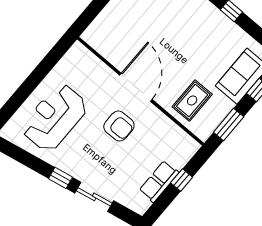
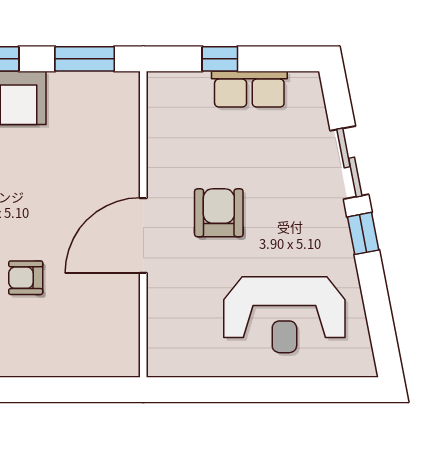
armchair: (159, 24) -> (26, 278), added
rug: (192, 101) -> (94, 139), removed

